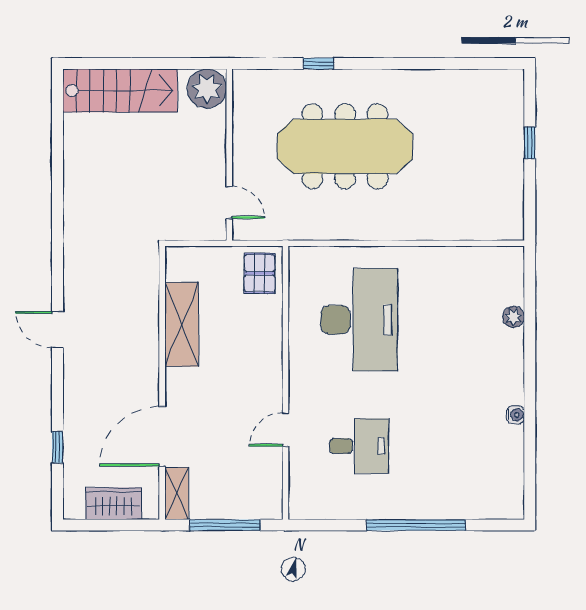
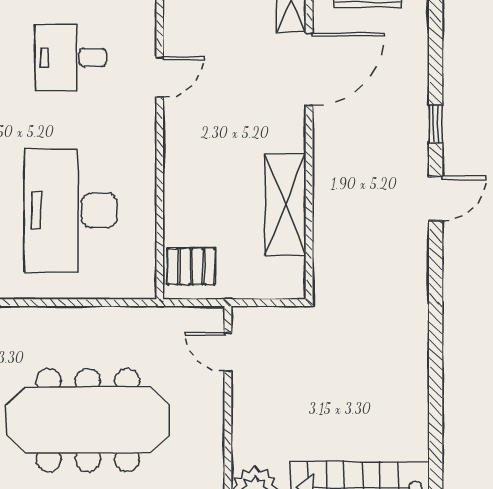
pallet: (260, 273) -> (191, 266), turned 90
door: (57, 329) -> (436, 198), hinge flipped
window: (57, 447) -> (436, 124), moved

